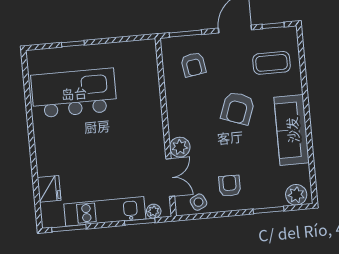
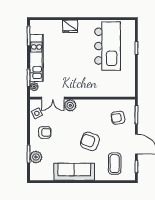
fridge: (49, 189) -> (70, 26), moved
plant: (296, 195) -> (36, 157), moved

